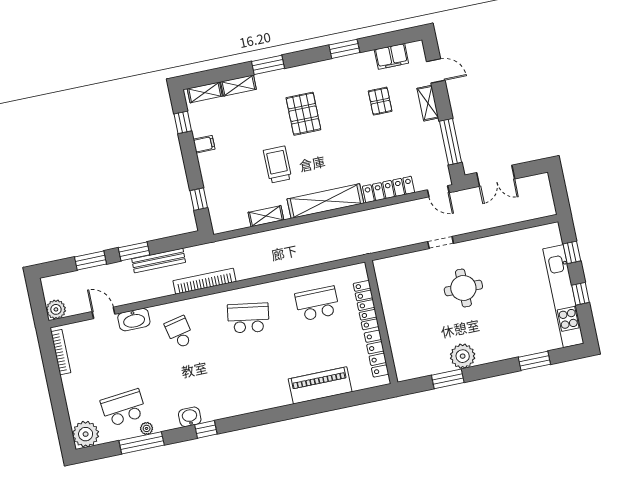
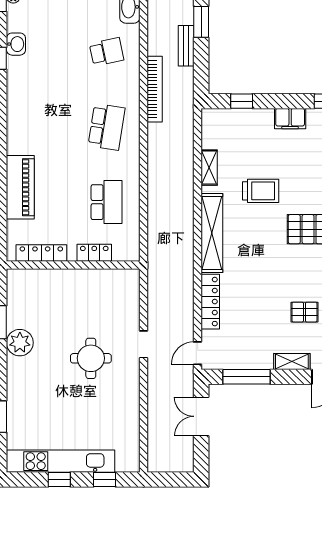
filing cabinet: (204, 144) -> (290, 119), width x2.00
bench: (159, 261) -> (186, 46), width x0.73
locker: (366, 305) -> (94, 253), width x0.66

